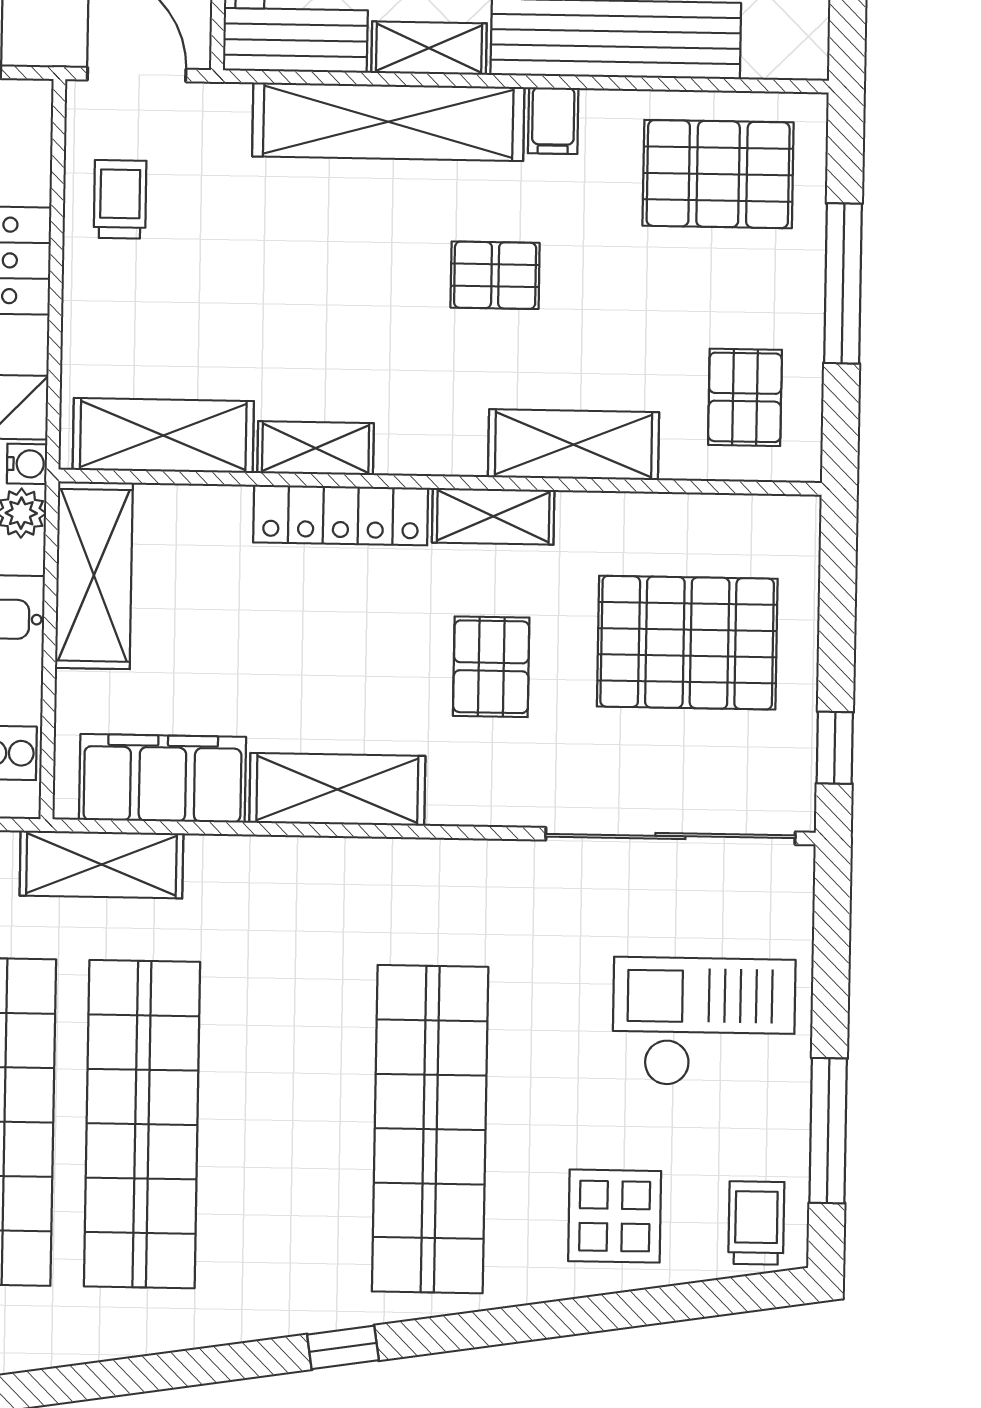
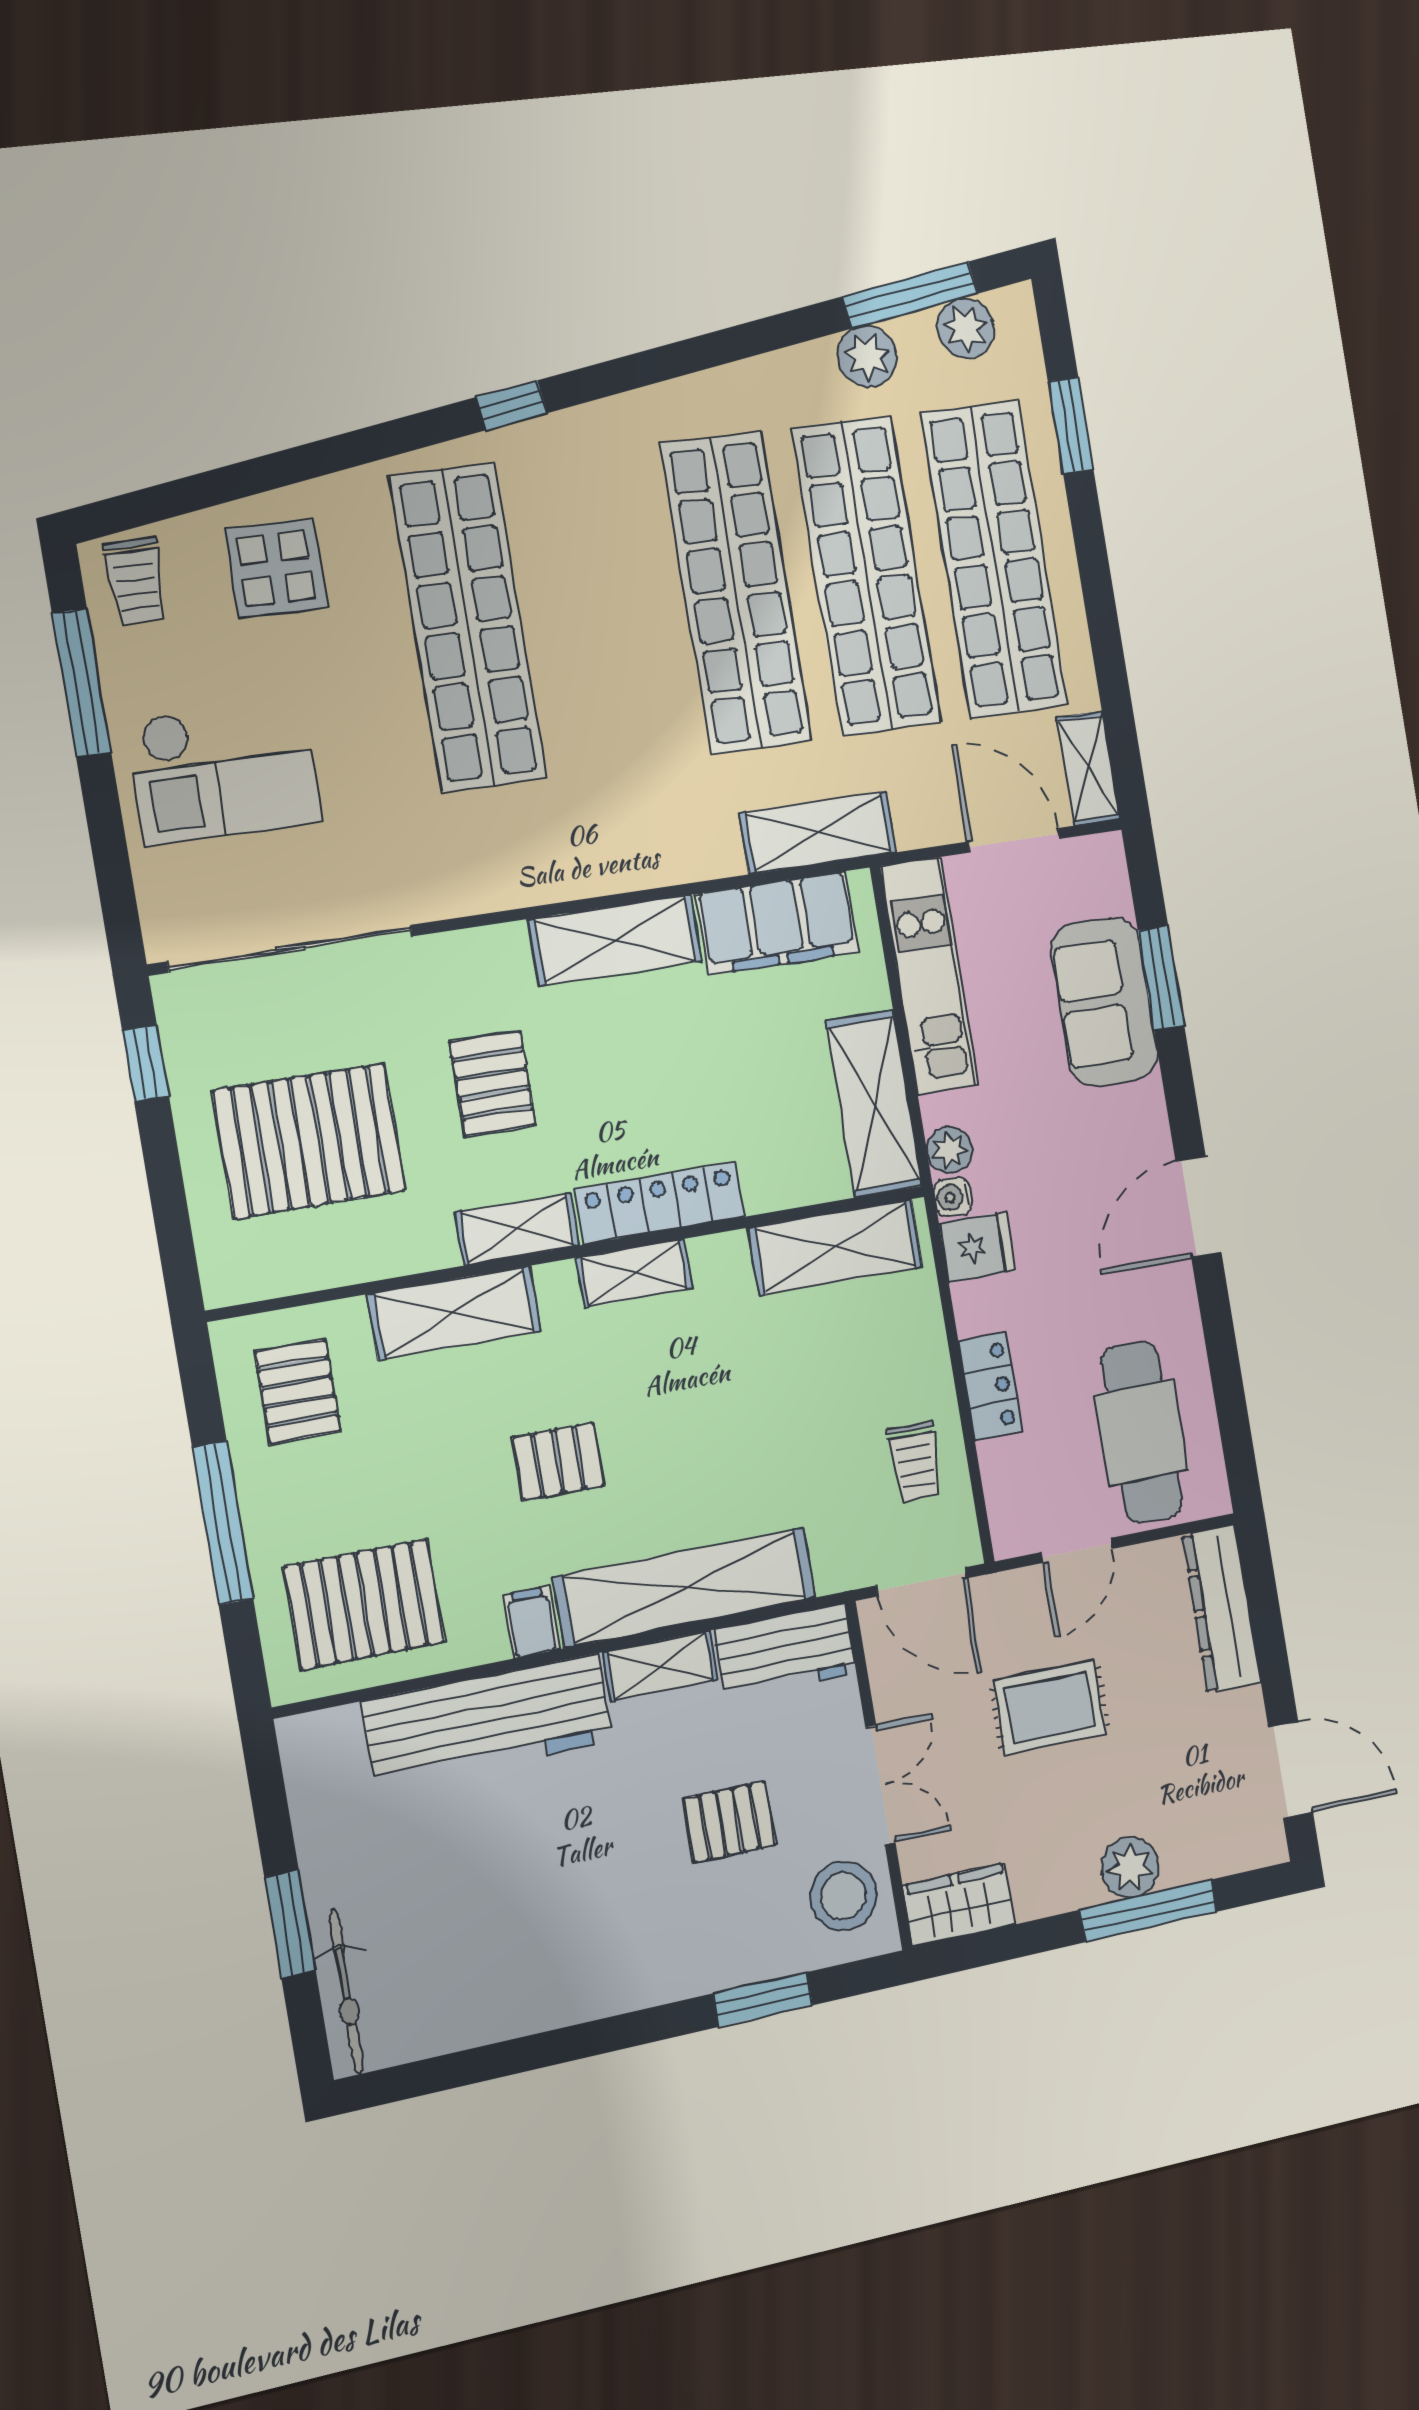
shelving: (316, 448) -> (634, 1273), moved

